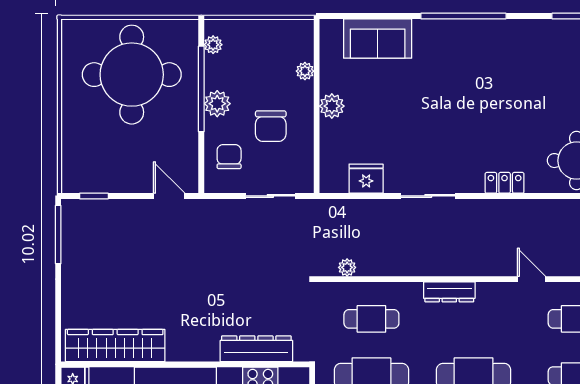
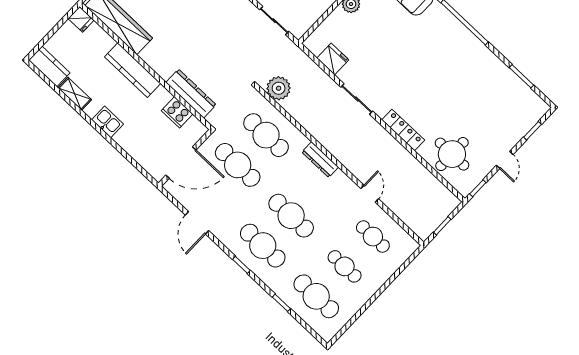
locker: (505, 183) -> (403, 130), width x1.53
plant: (347, 267) -> (279, 88), width x1.88, depth x1.88
cafe table: (371, 319) -> (266, 135), width x1.37, depth x1.35

